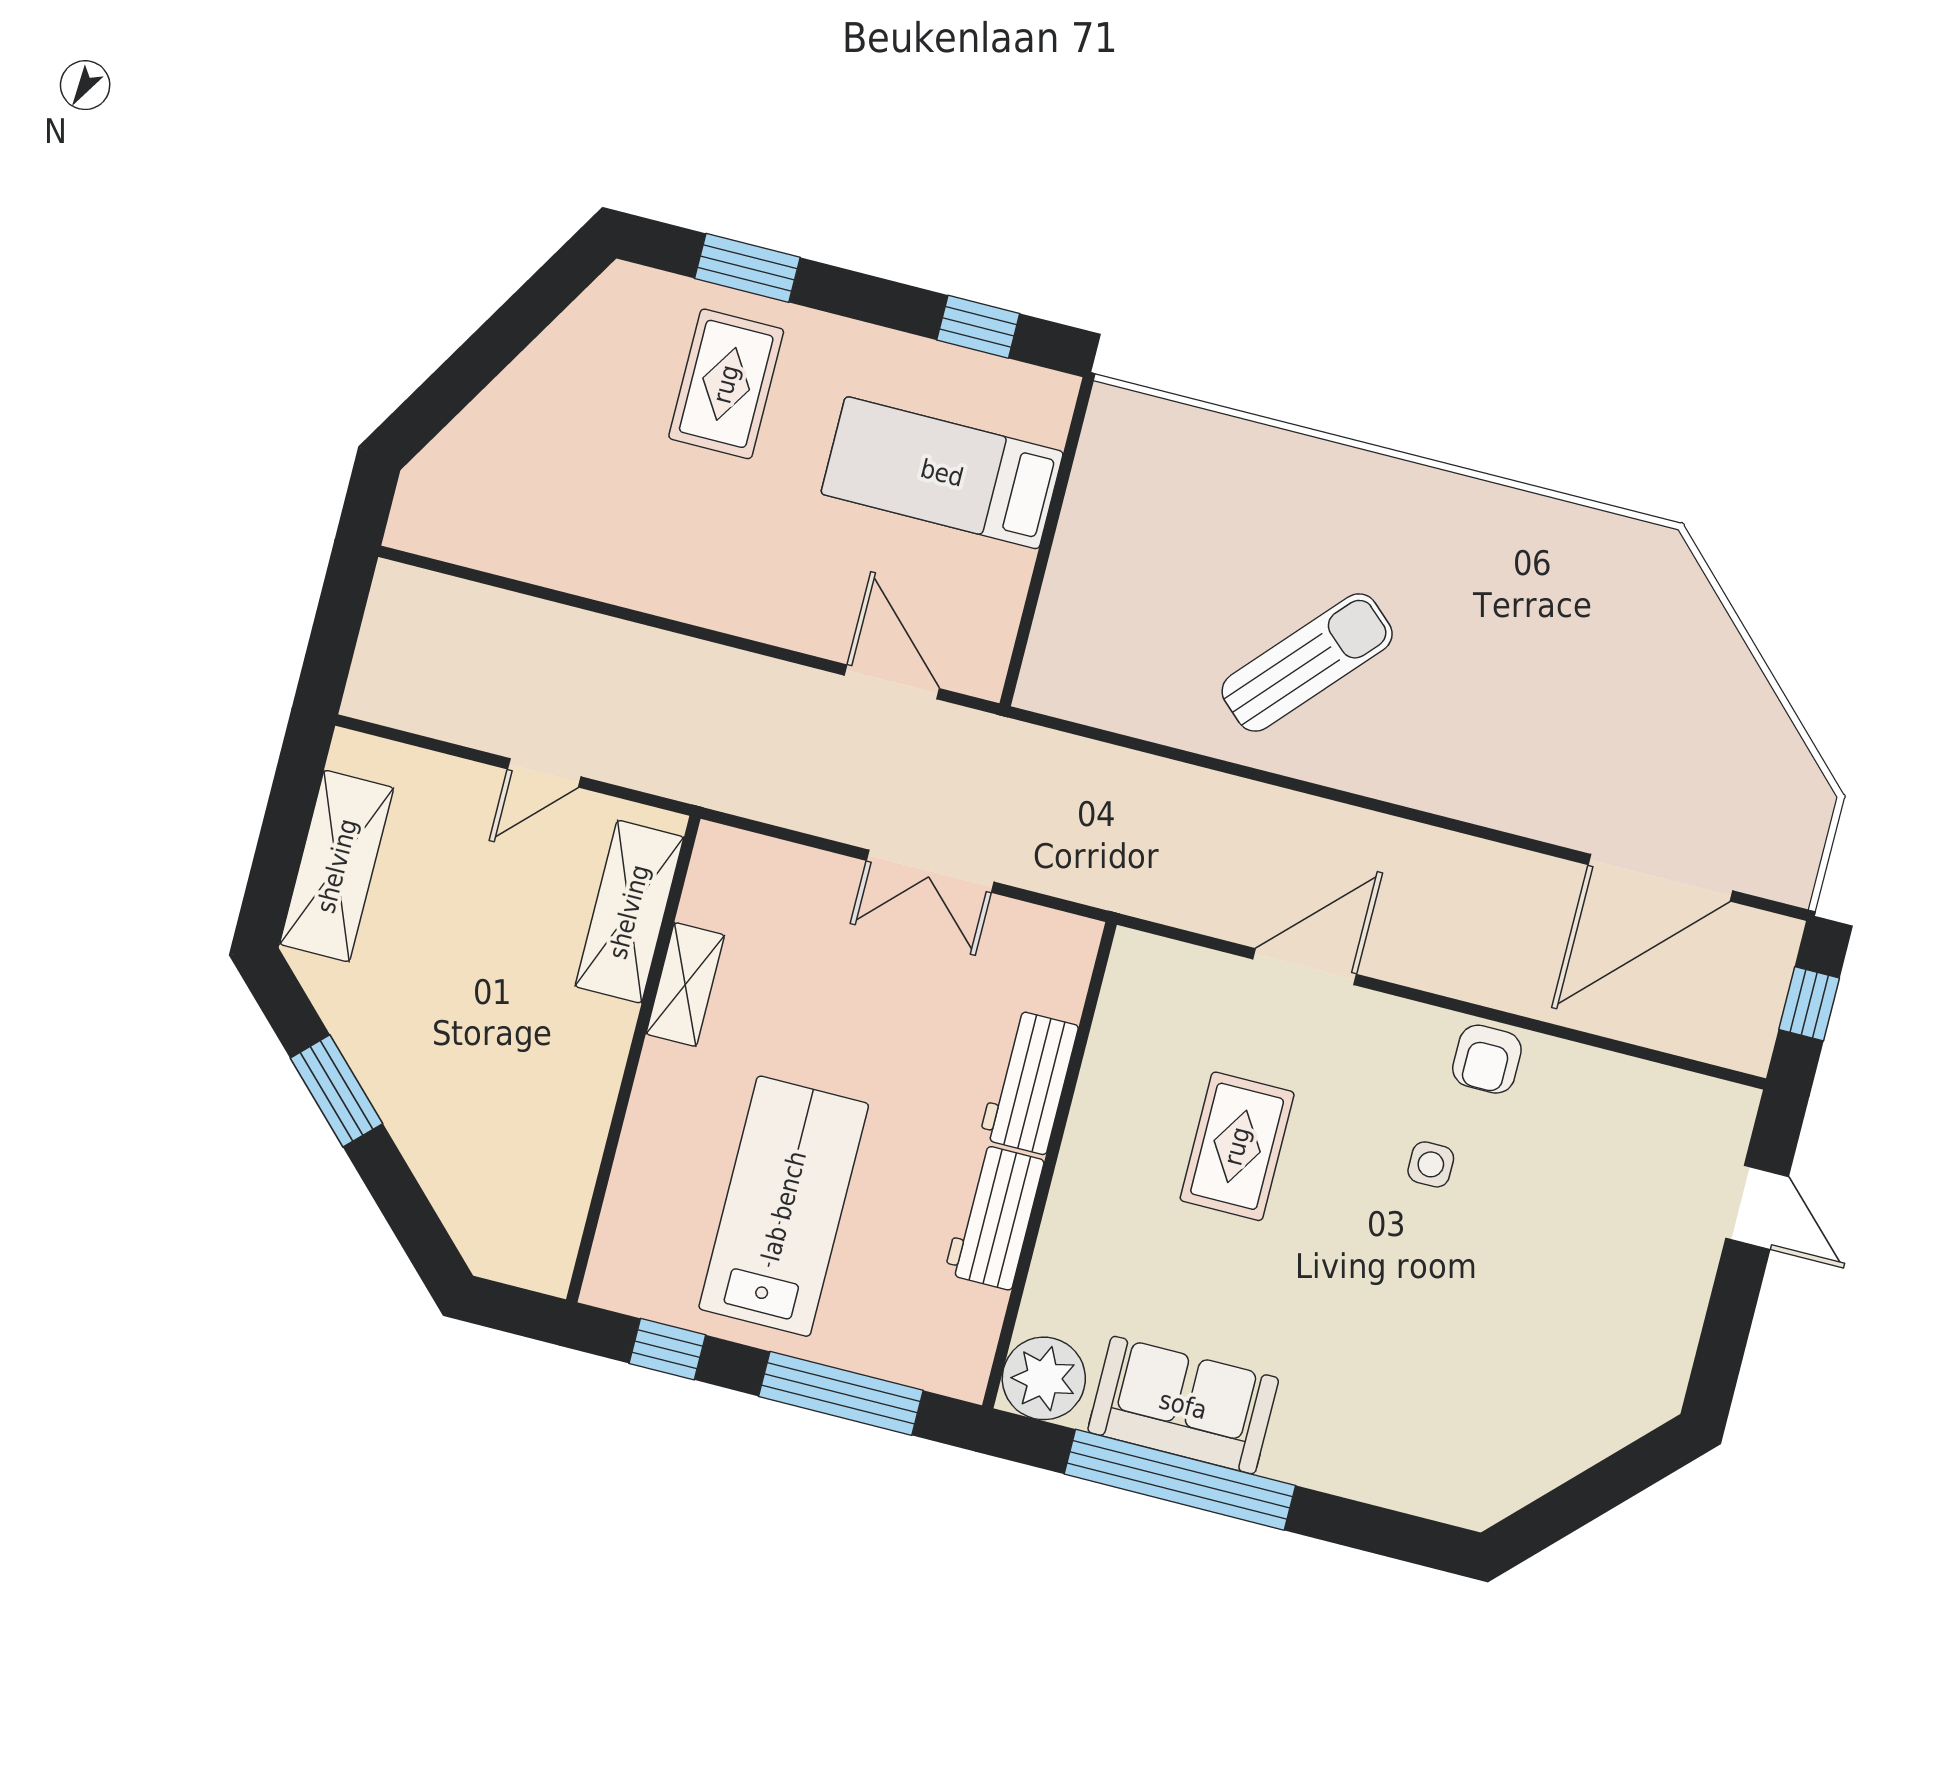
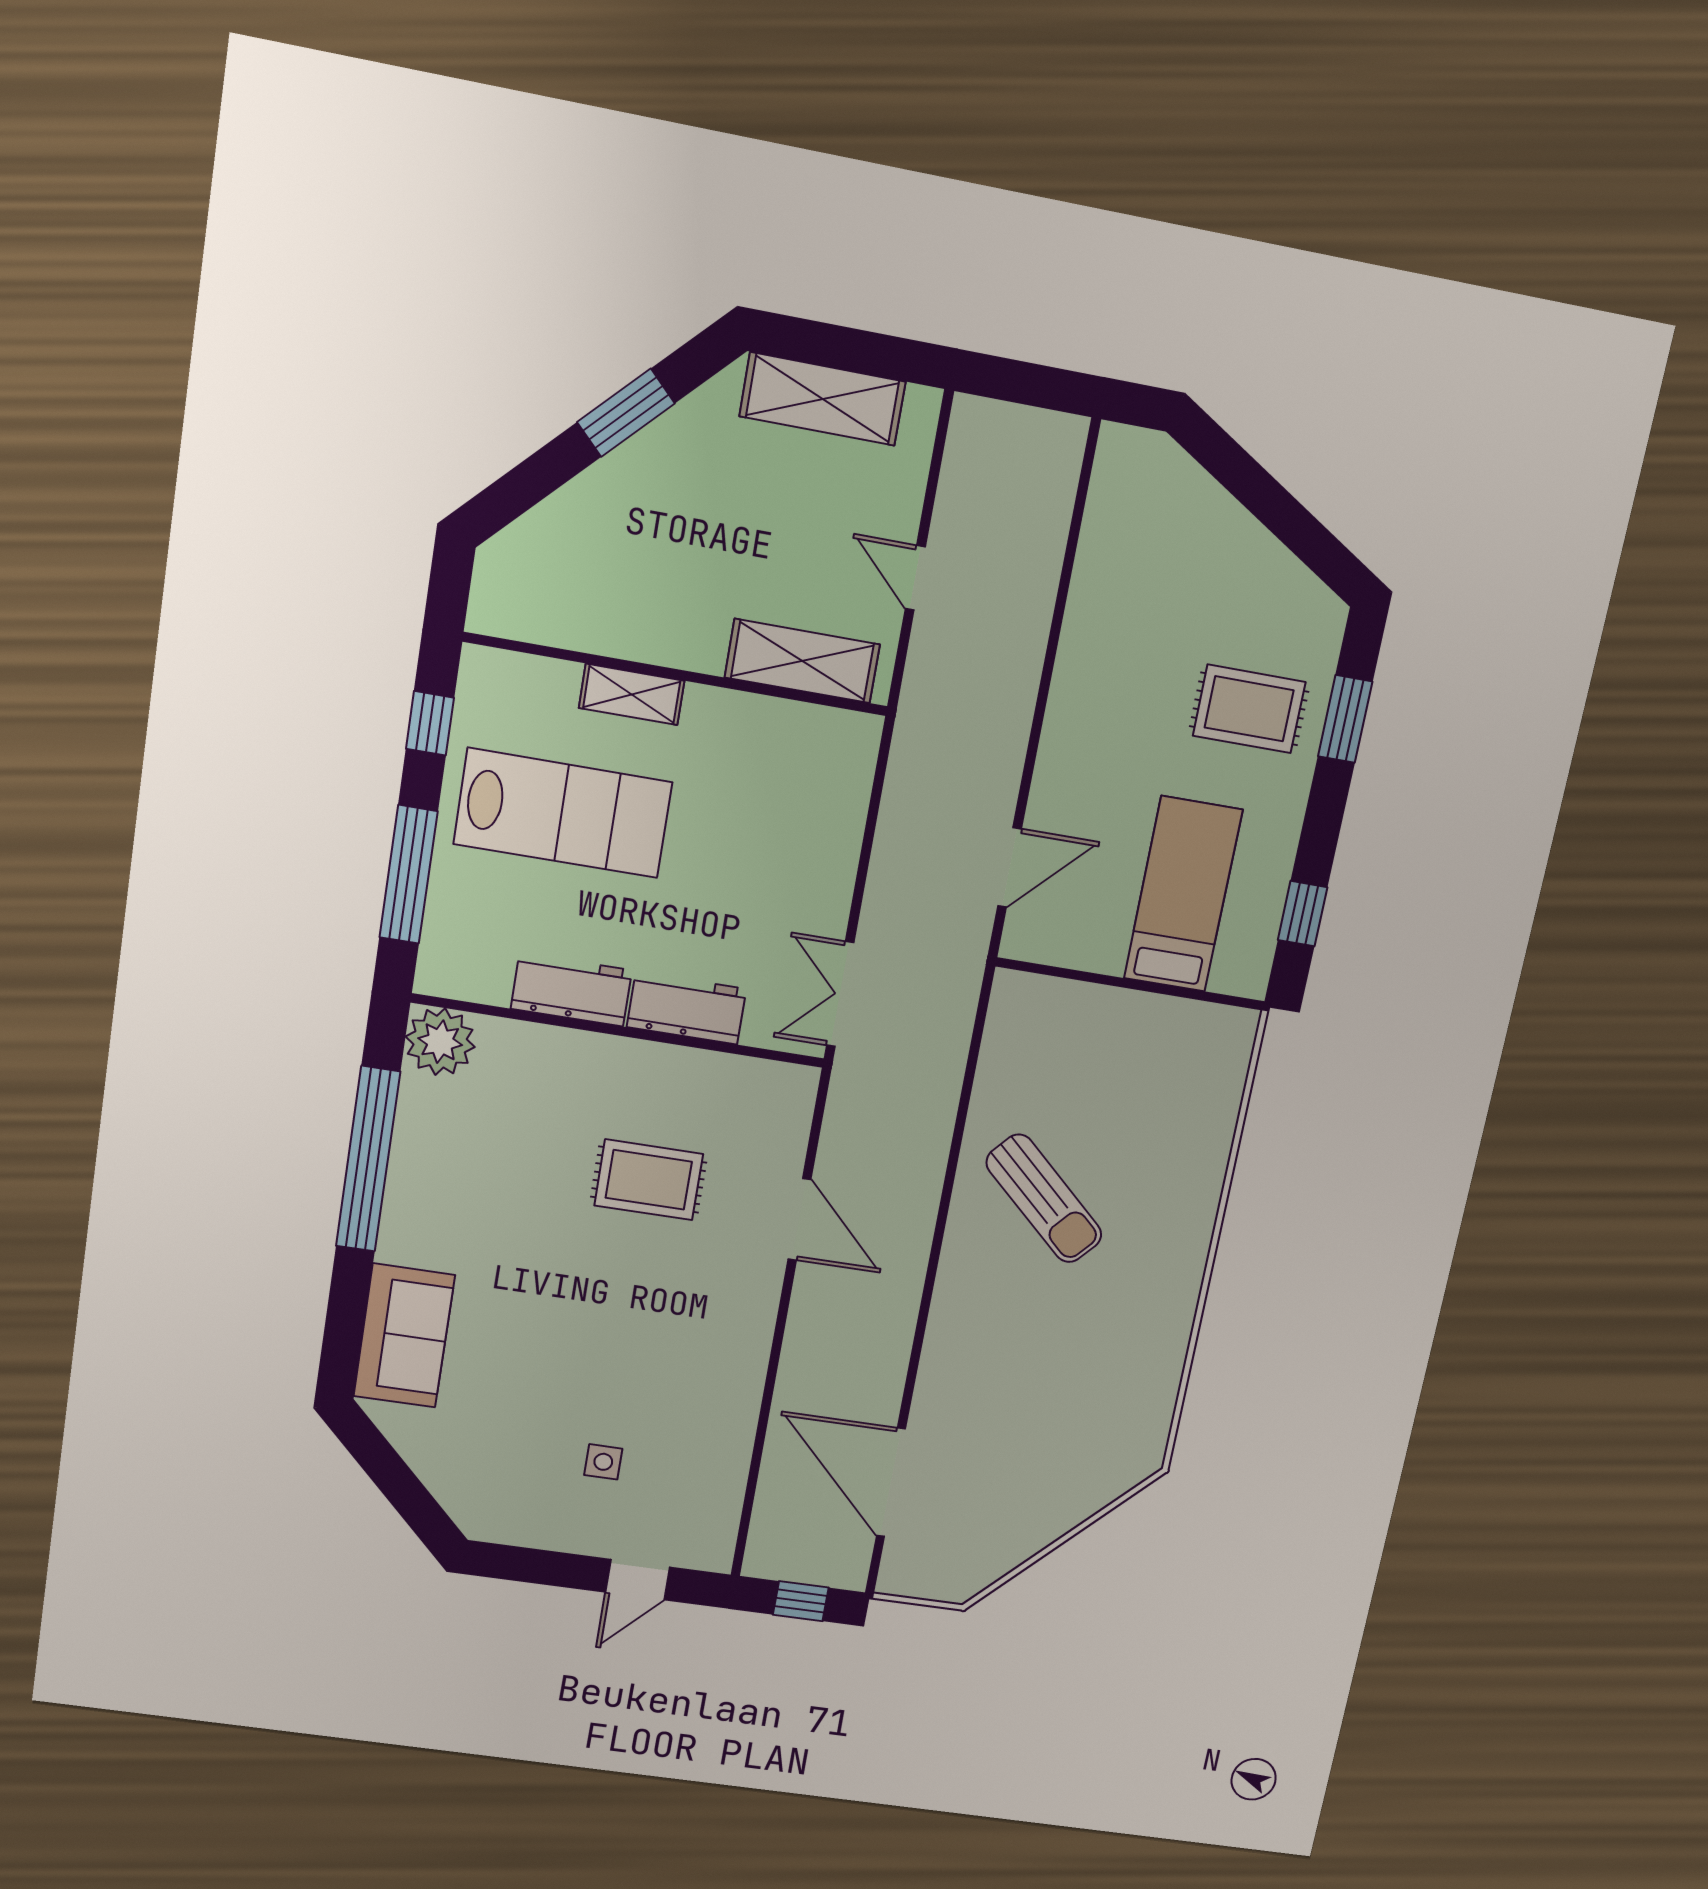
double door: (930, 871) -> (840, 994), moved
shelving: (685, 985) -> (632, 694), moved
armchair: (1487, 1059) -> (737, 1367), removed
side table: (1431, 1164) -> (603, 1462), moved
sofa: (1183, 1405) -> (404, 1336), moved

